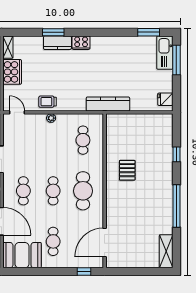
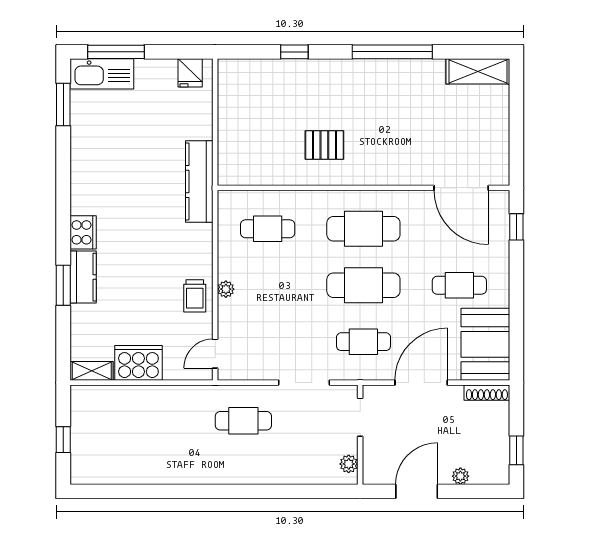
cafe table: (53, 191) -> (363, 285), width x1.37, depth x1.35

